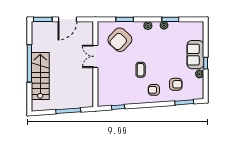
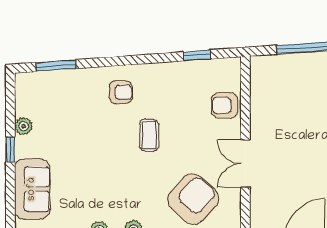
sofa: (195, 55) -> (32, 189), moved
double door: (95, 56) -> (245, 164), swing flipped
armchair: (176, 84) -> (225, 105), moved

